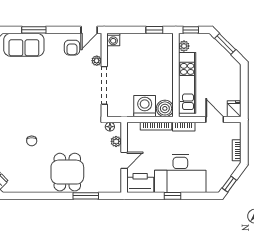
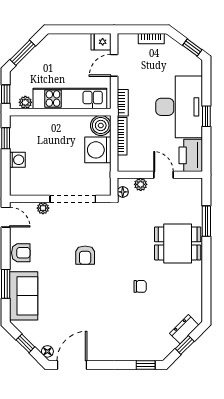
washing machine: (113, 40) -> (17, 160), moved
armchair: (72, 48) -> (21, 253), moved
armchair: (58, 96) -> (85, 255), added

